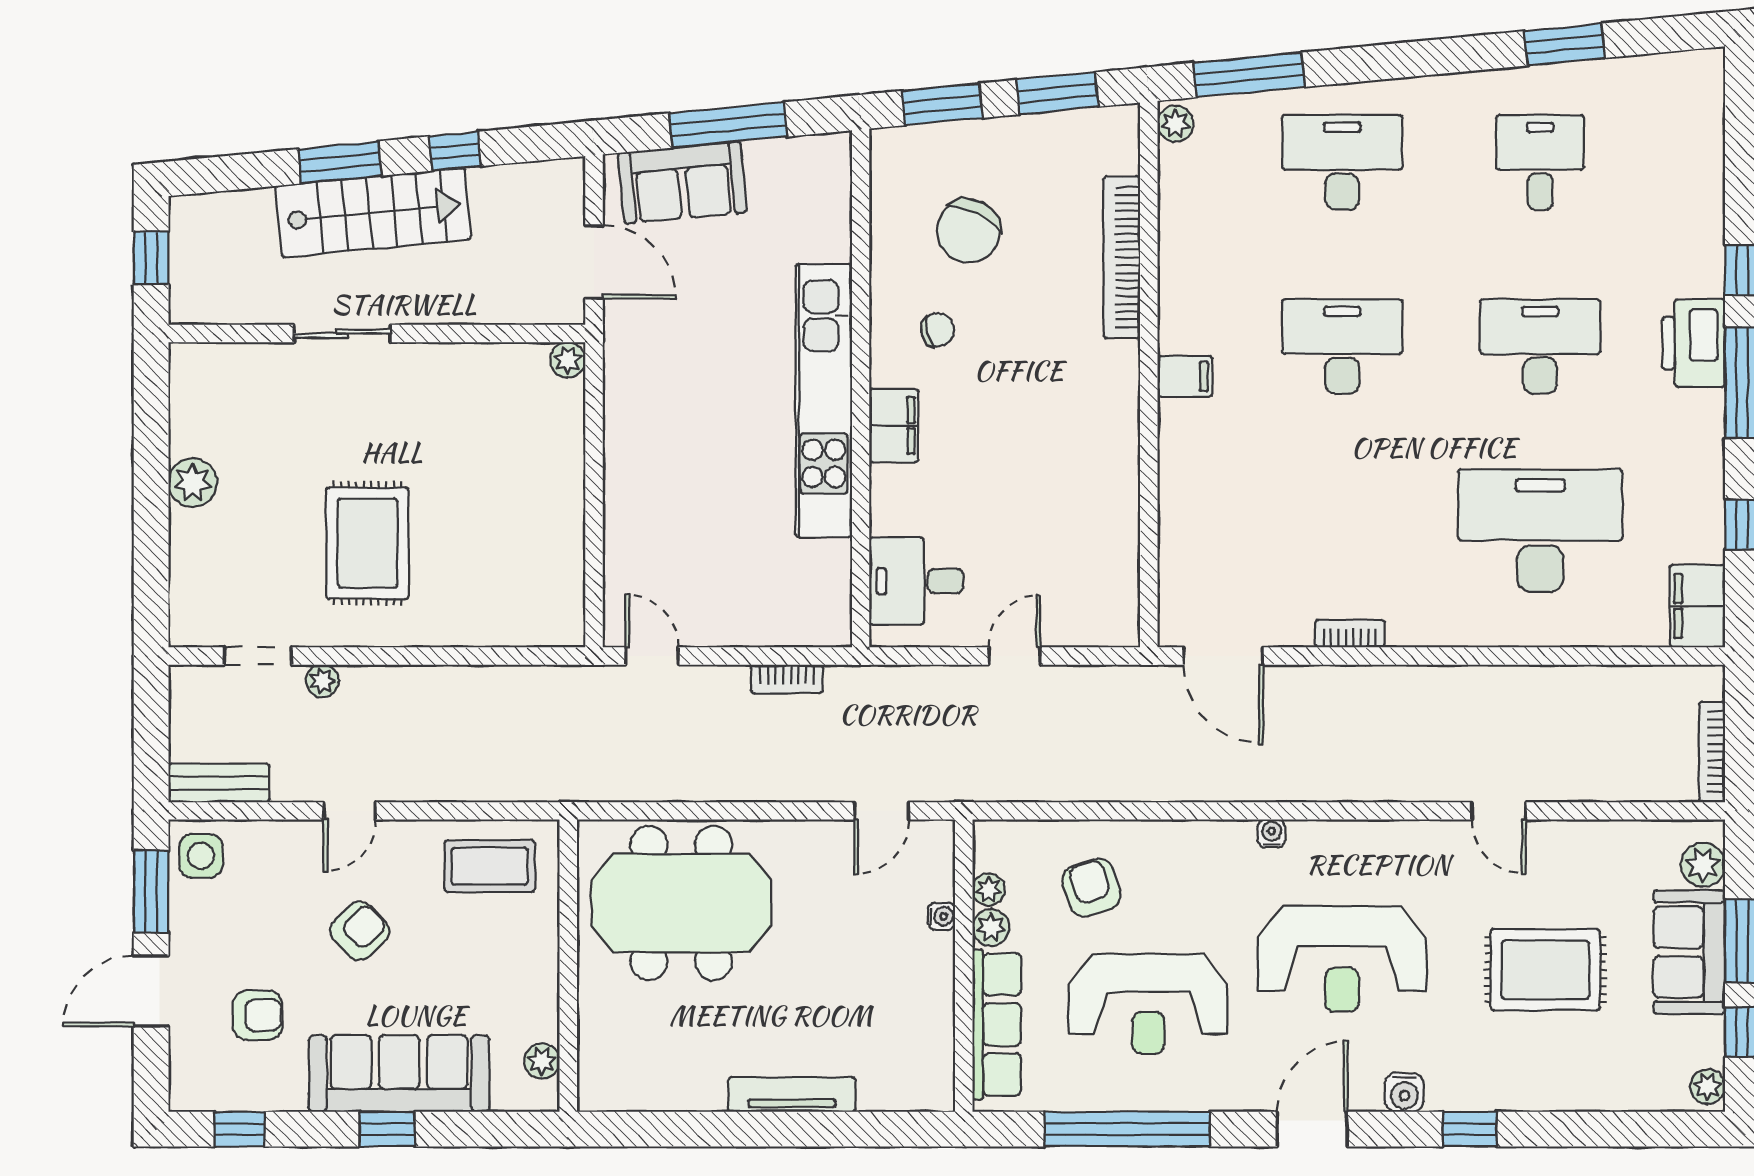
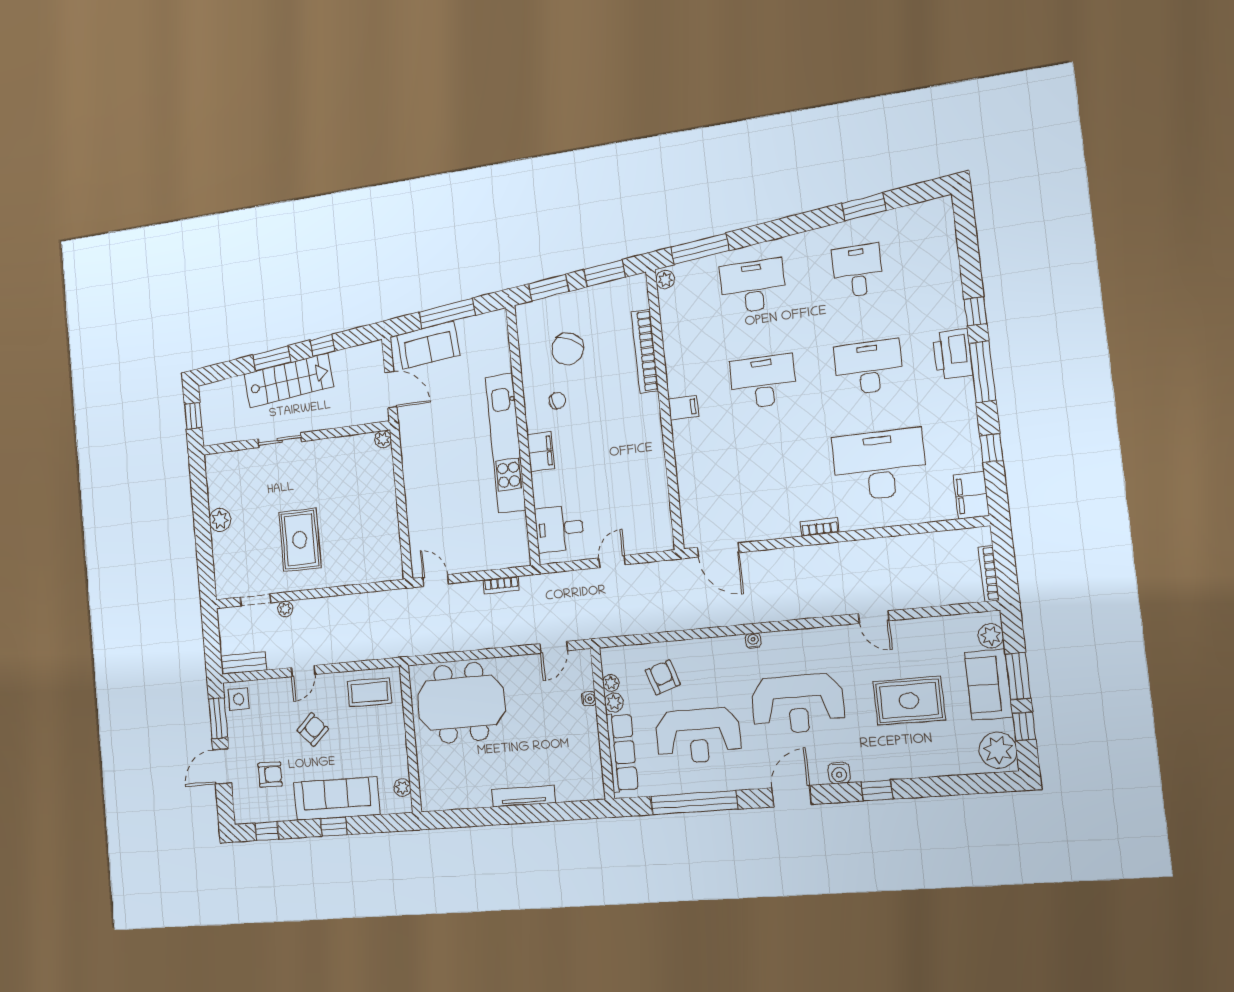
bookcase: (1350, 634) -> (820, 527), moved
plant: (1708, 1087) -> (998, 750), width x1.87, depth x1.87

